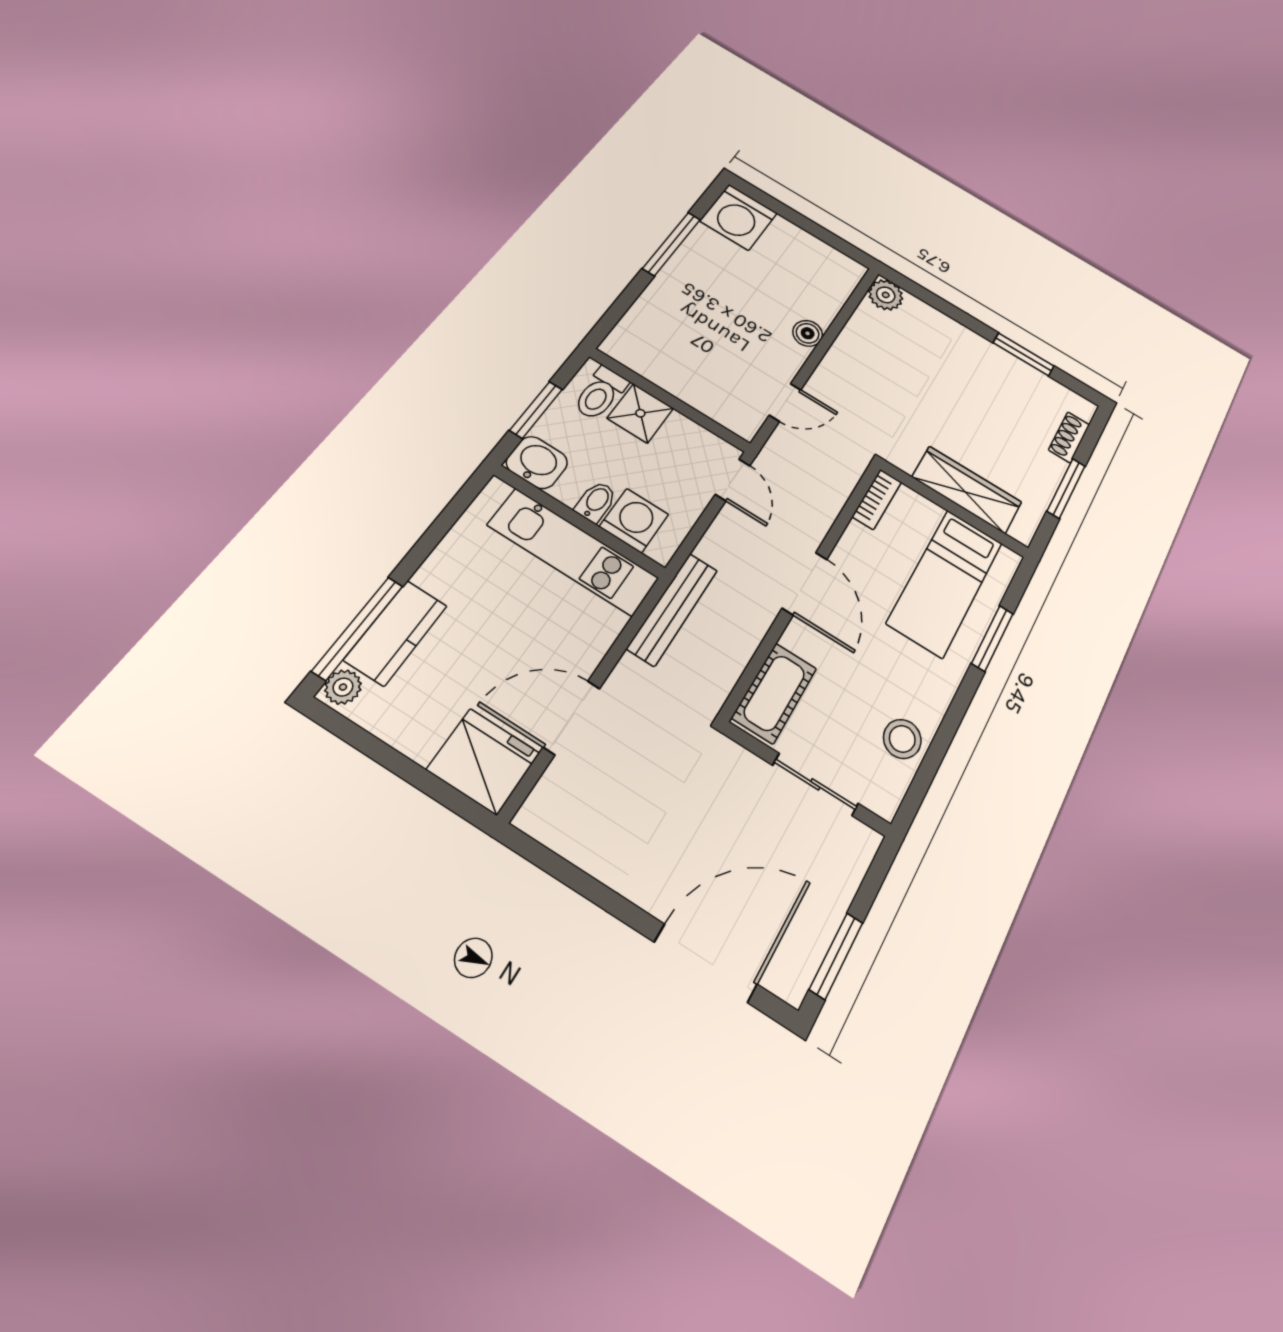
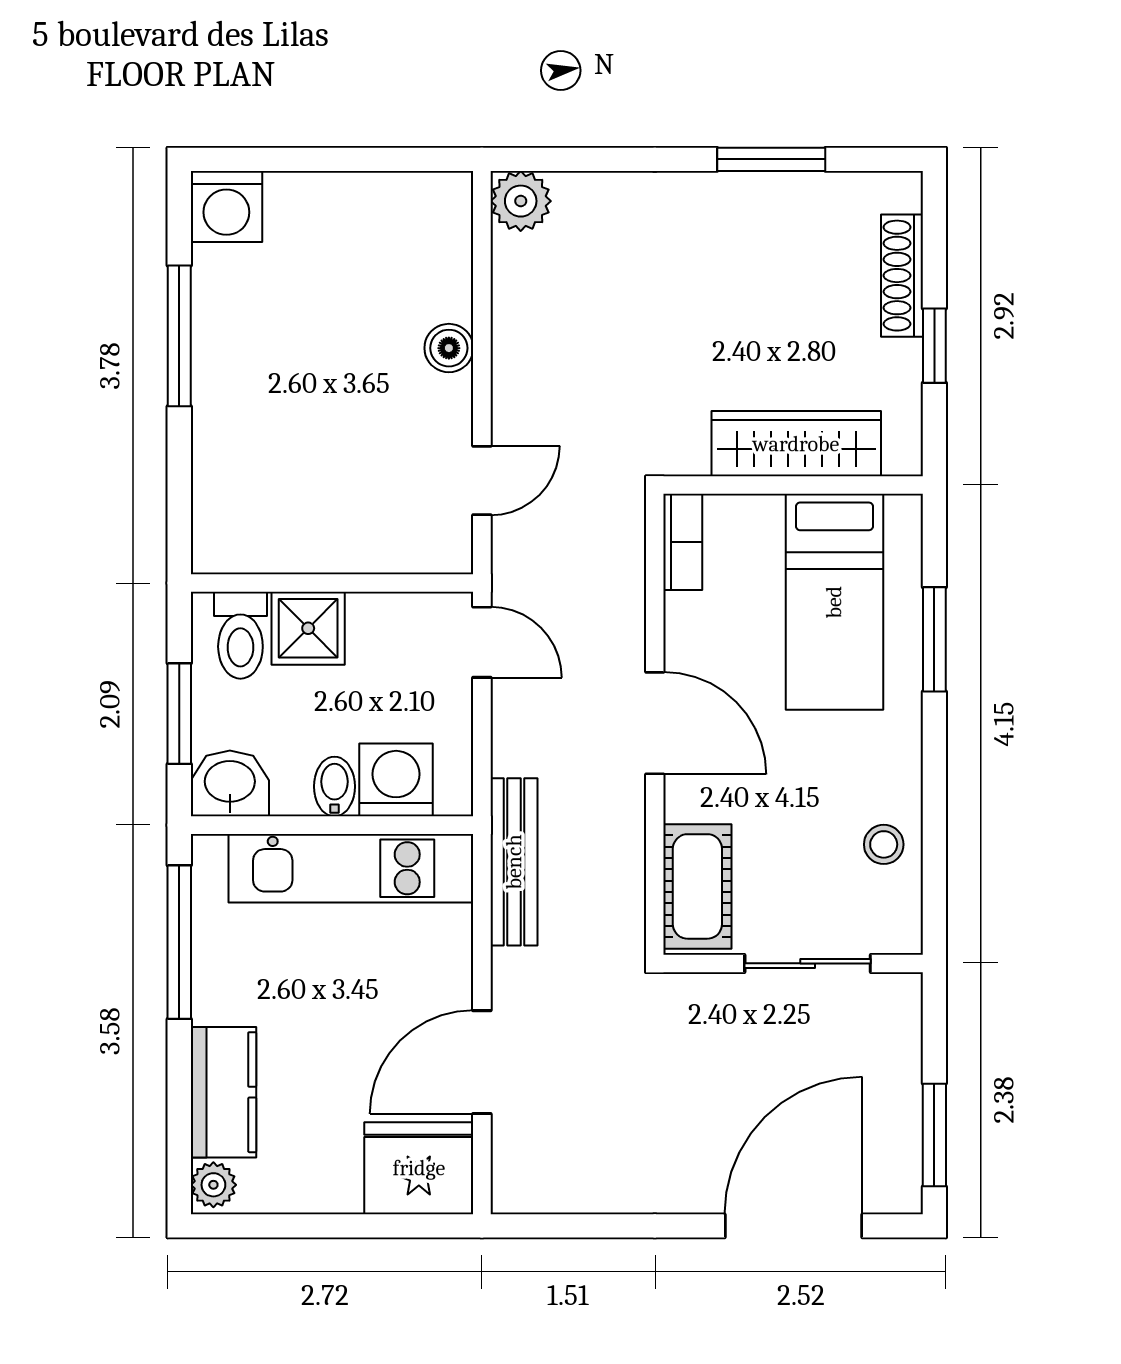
washing machine: (739, 217) -> (226, 206), width x0.73, depth x0.73
shoe rack: (1069, 437) -> (902, 276), width x1.43
window: (1066, 488) -> (934, 346), width x0.67
window: (358, 628) -> (179, 942), moved
stool: (902, 739) -> (884, 844), width x0.73, depth x0.73

